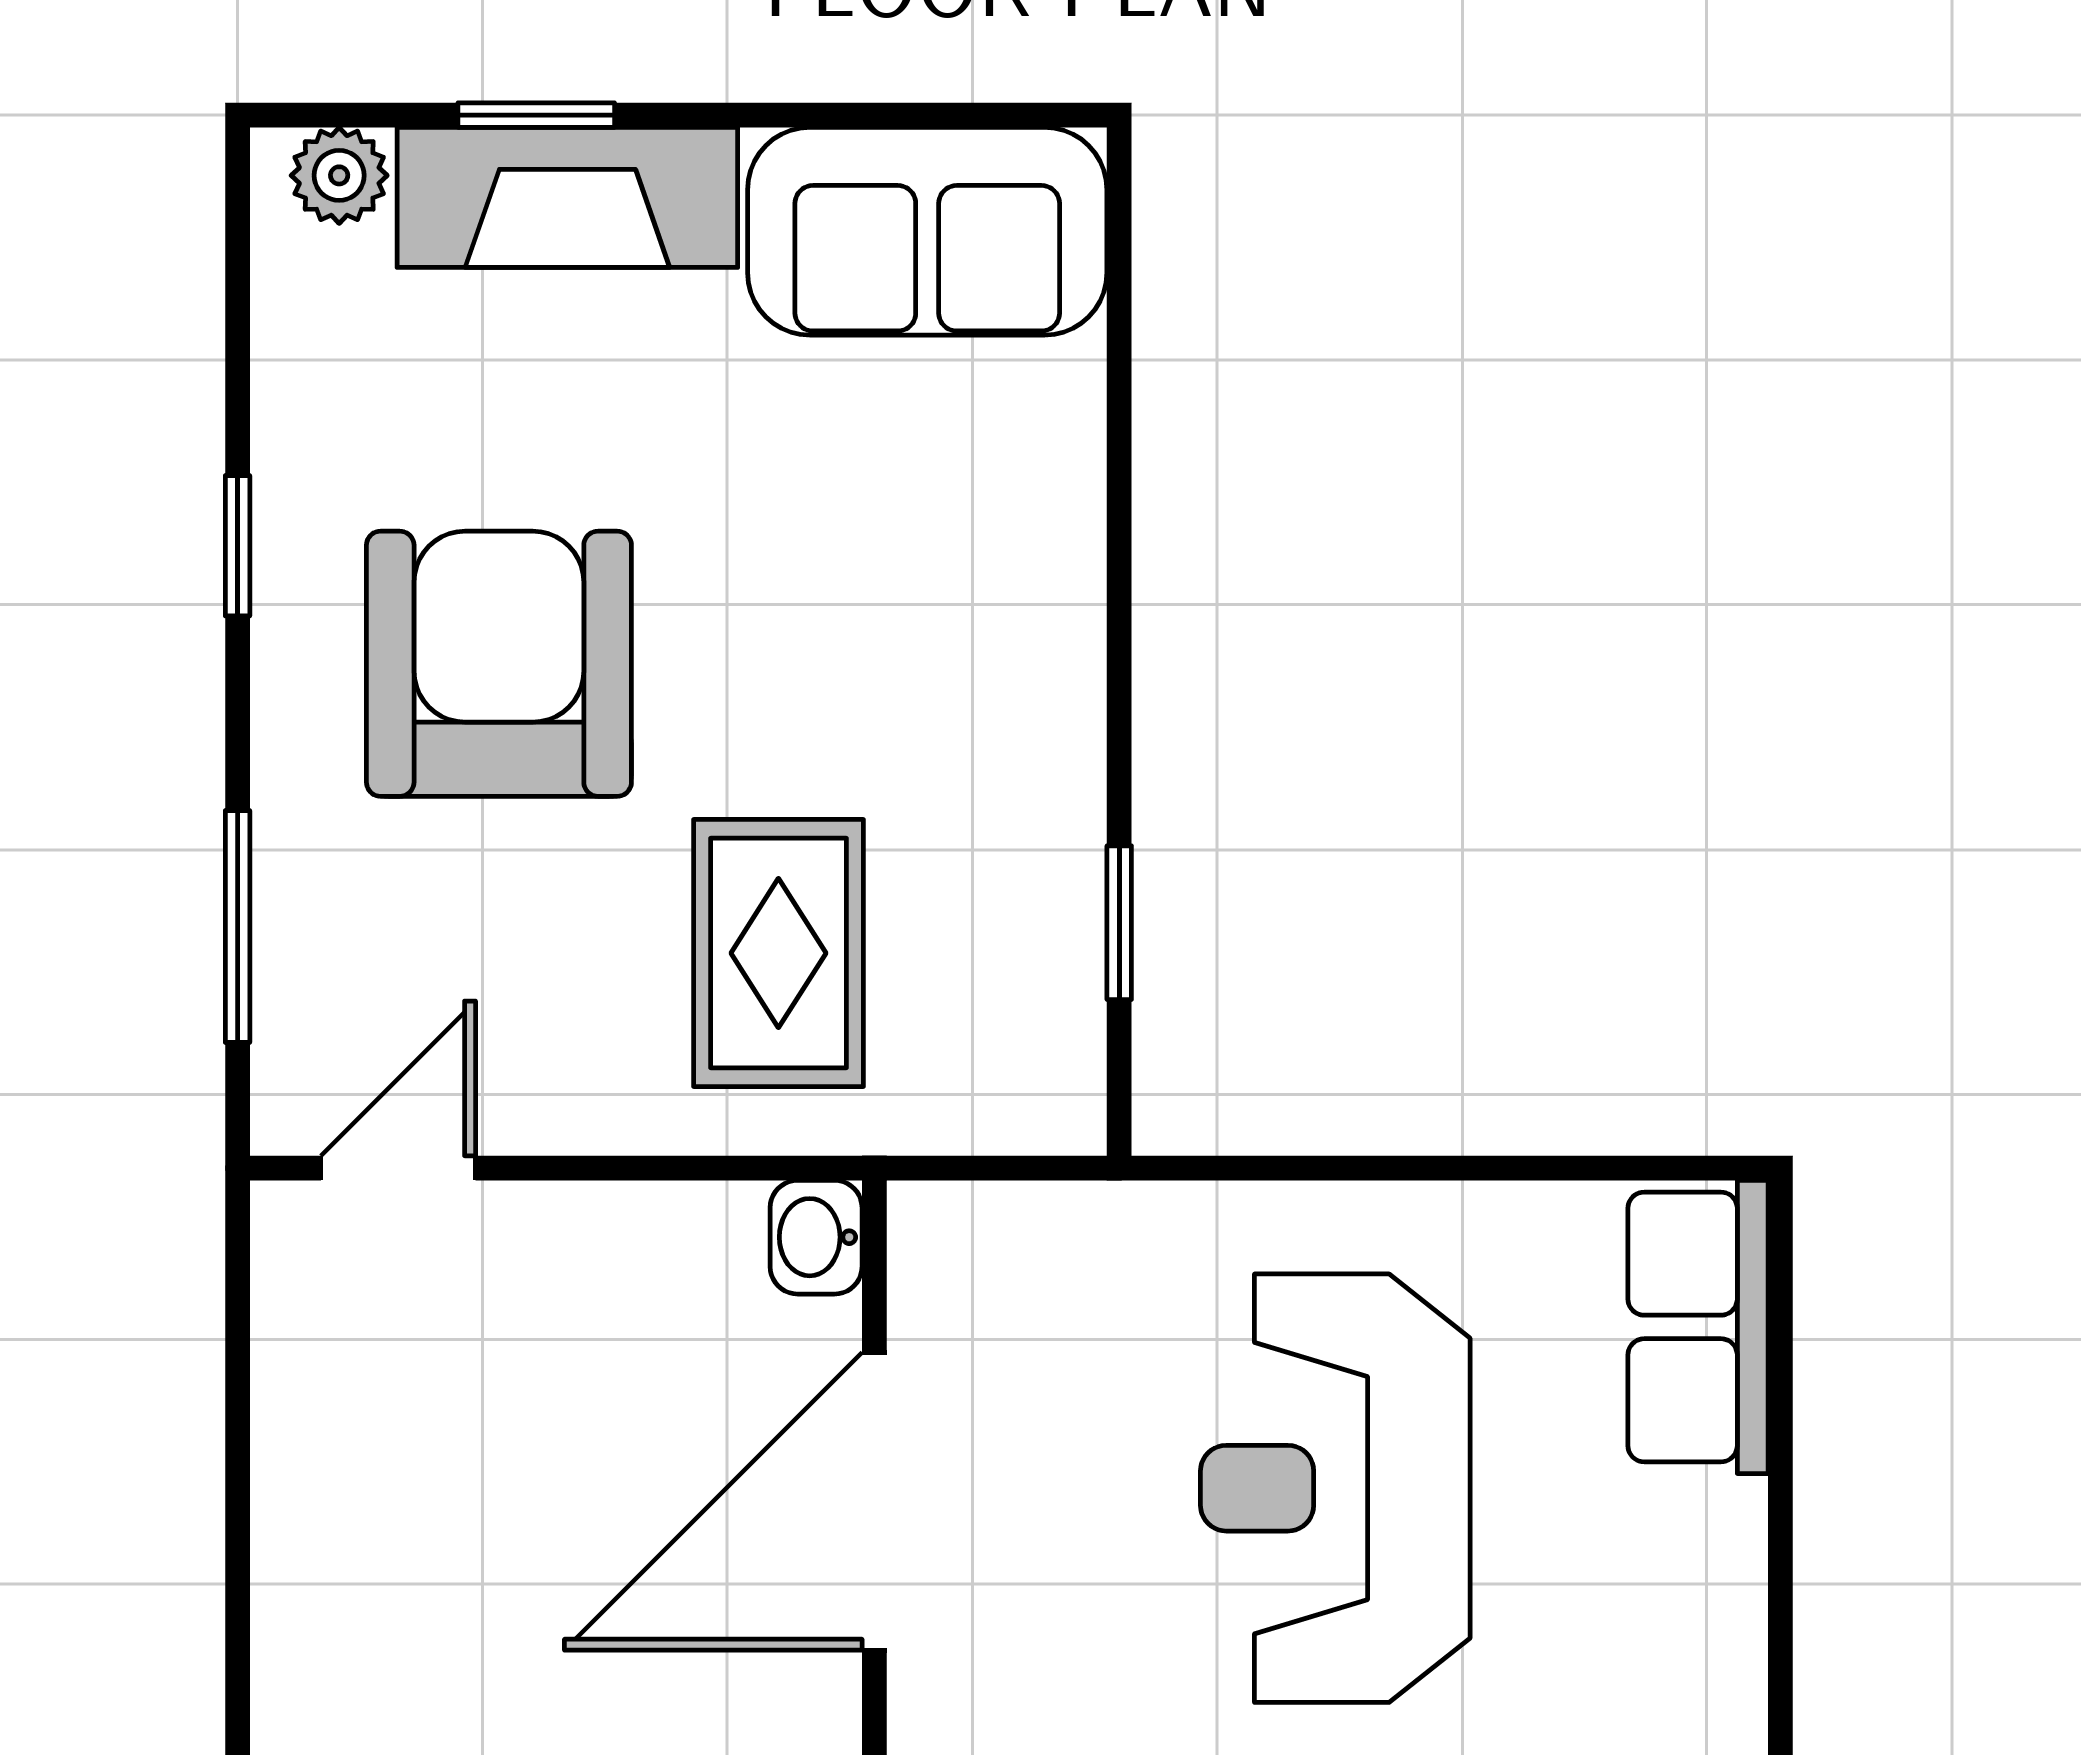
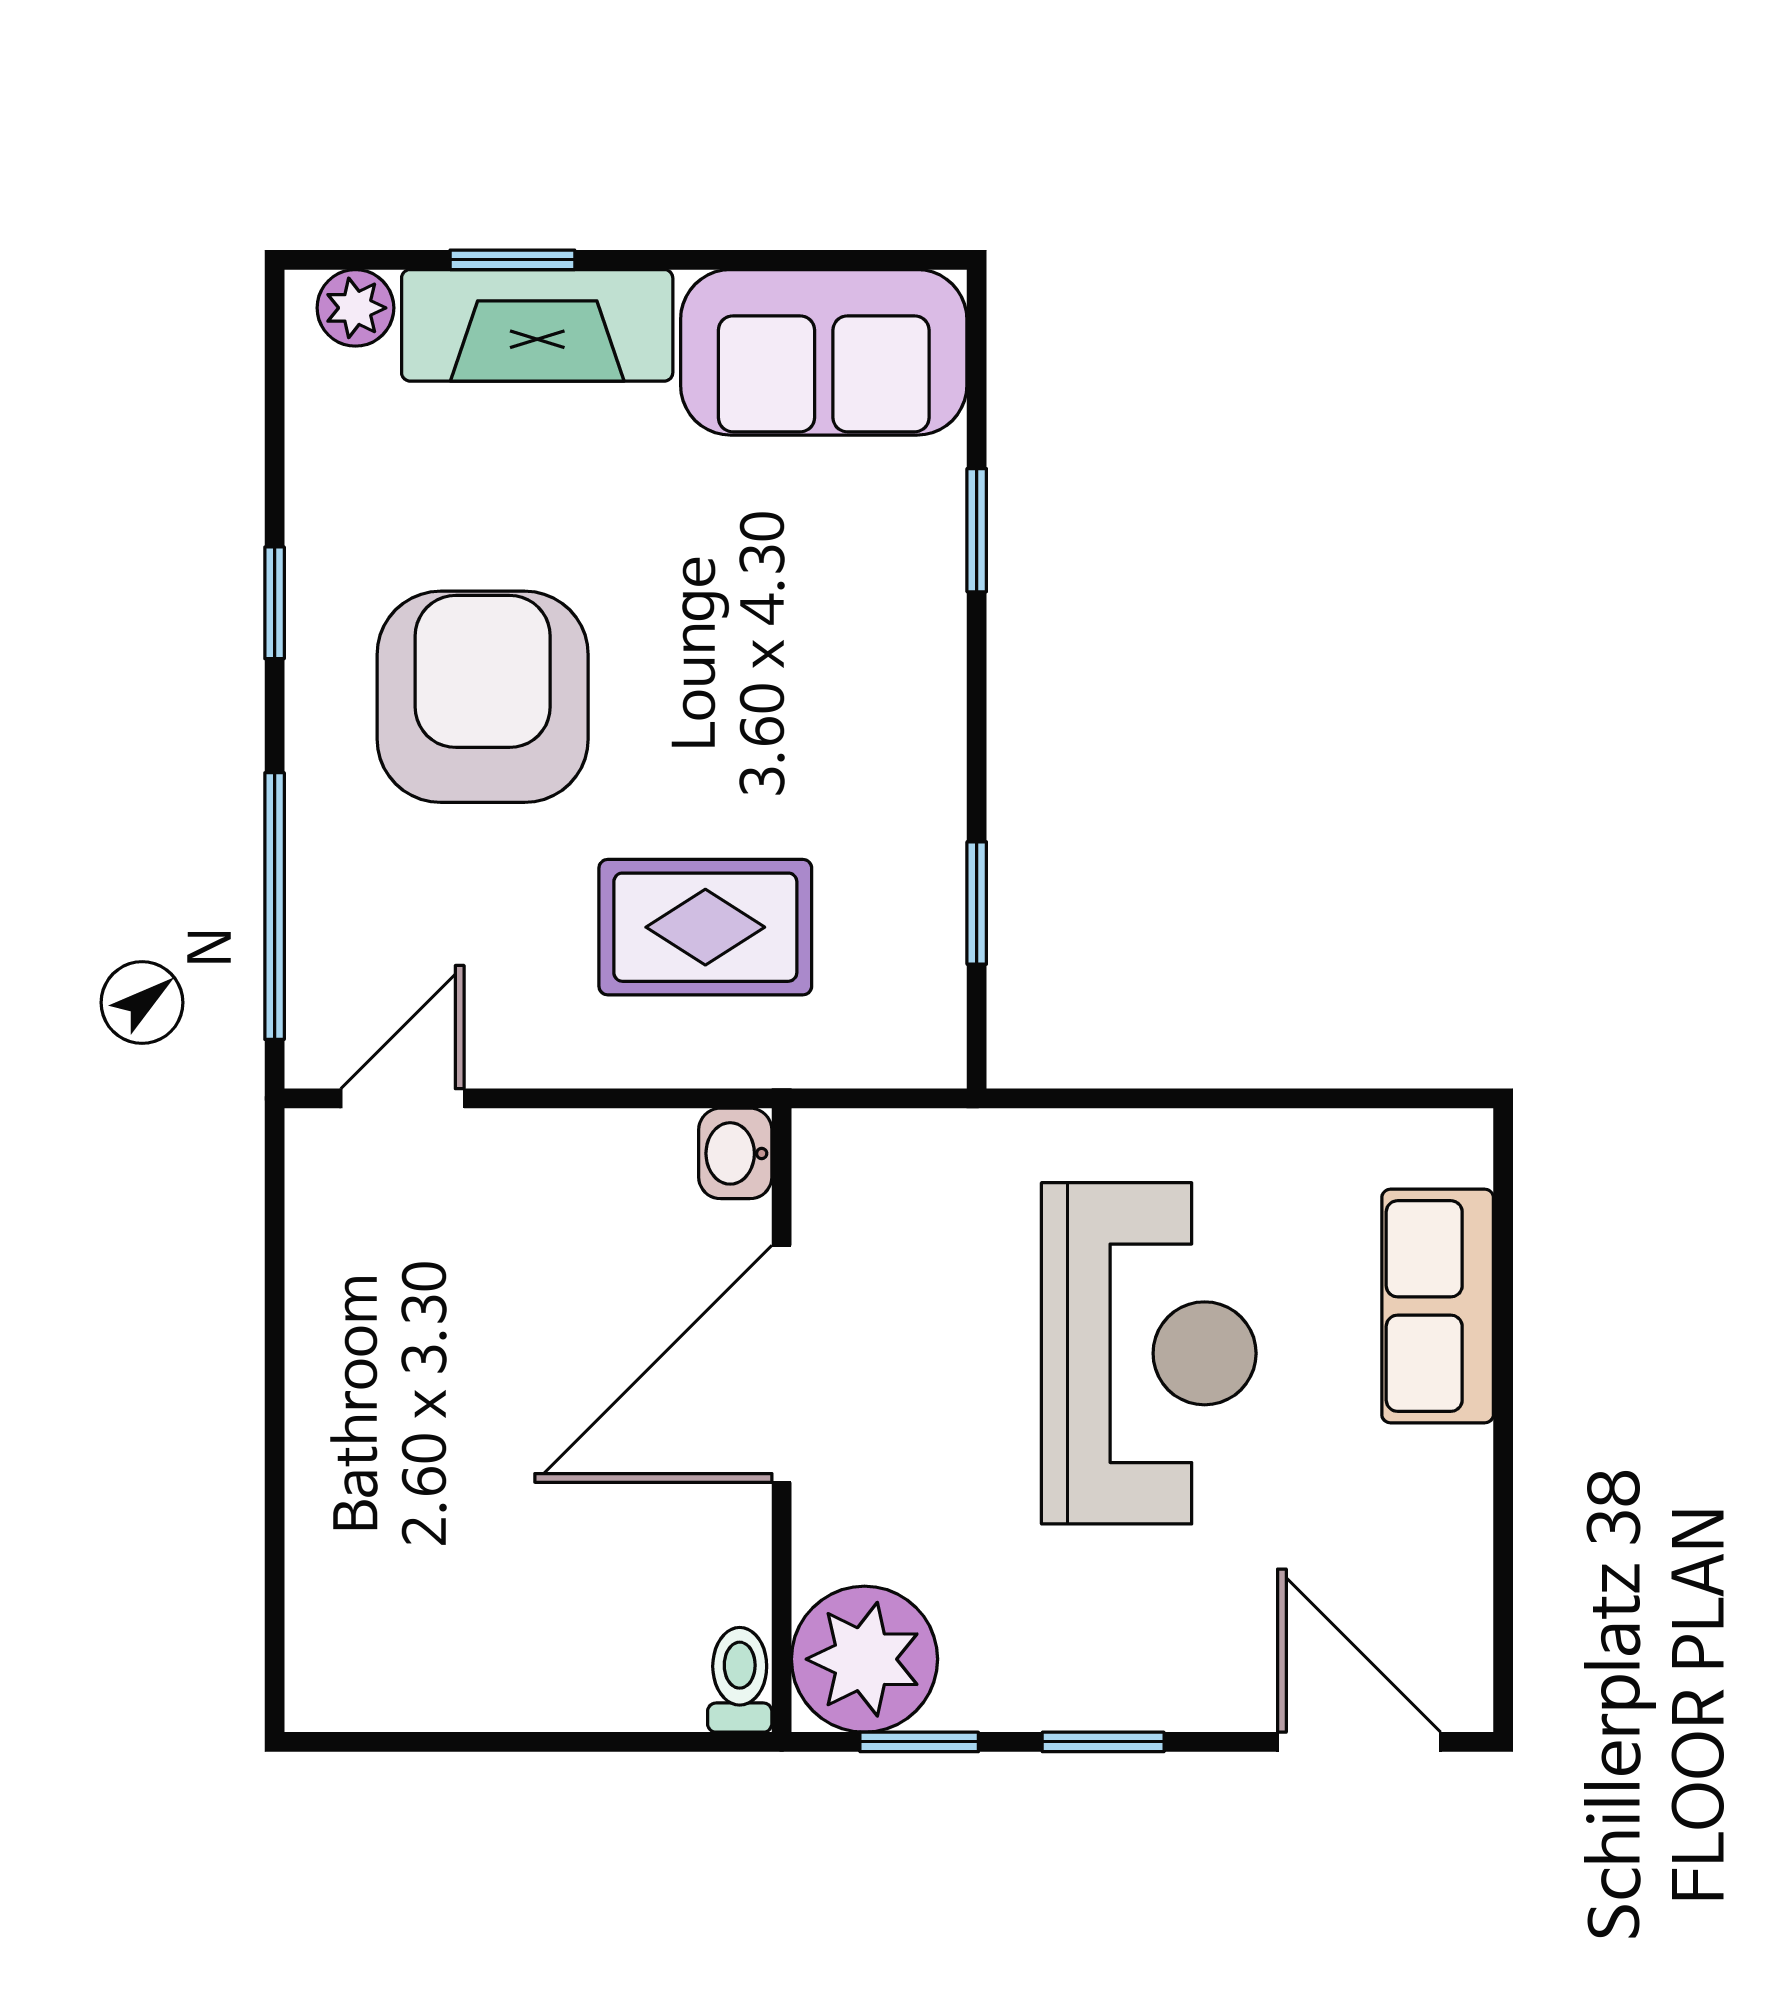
window: (1119, 455) -> (977, 530), added
window: (238, 926) -> (275, 906), width x1.44
rug: (778, 953) -> (705, 927), turned 90
row of seats: (1698, 1327) -> (1438, 1306), moved
reception desk: (1335, 1488) -> (1149, 1353), turned 180

